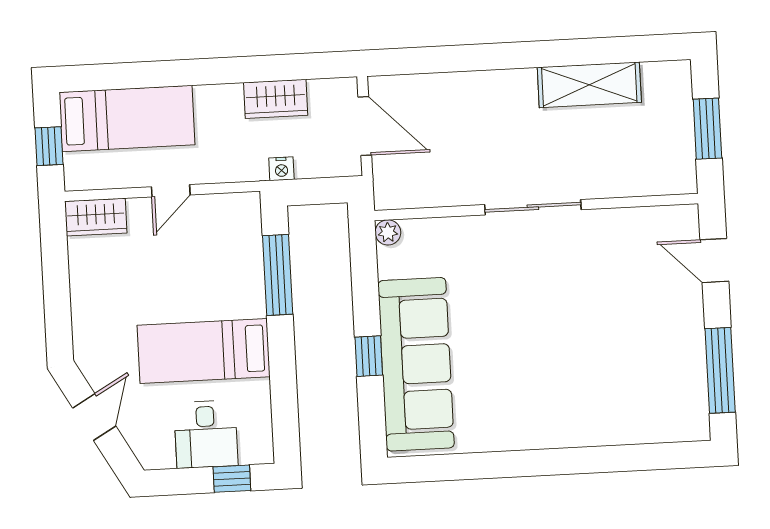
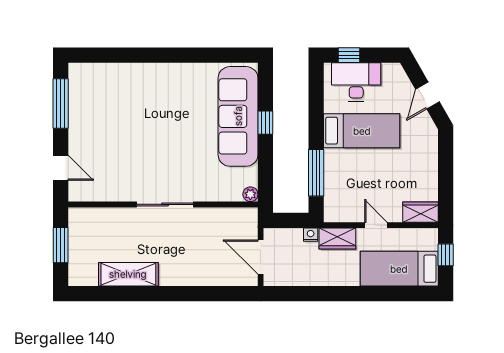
wardrobe: (276, 99) -> (337, 239), moved, turned 180
door: (171, 191) -> (376, 225), hinge flipped
desk: (206, 434) -> (356, 82), width x1.37

